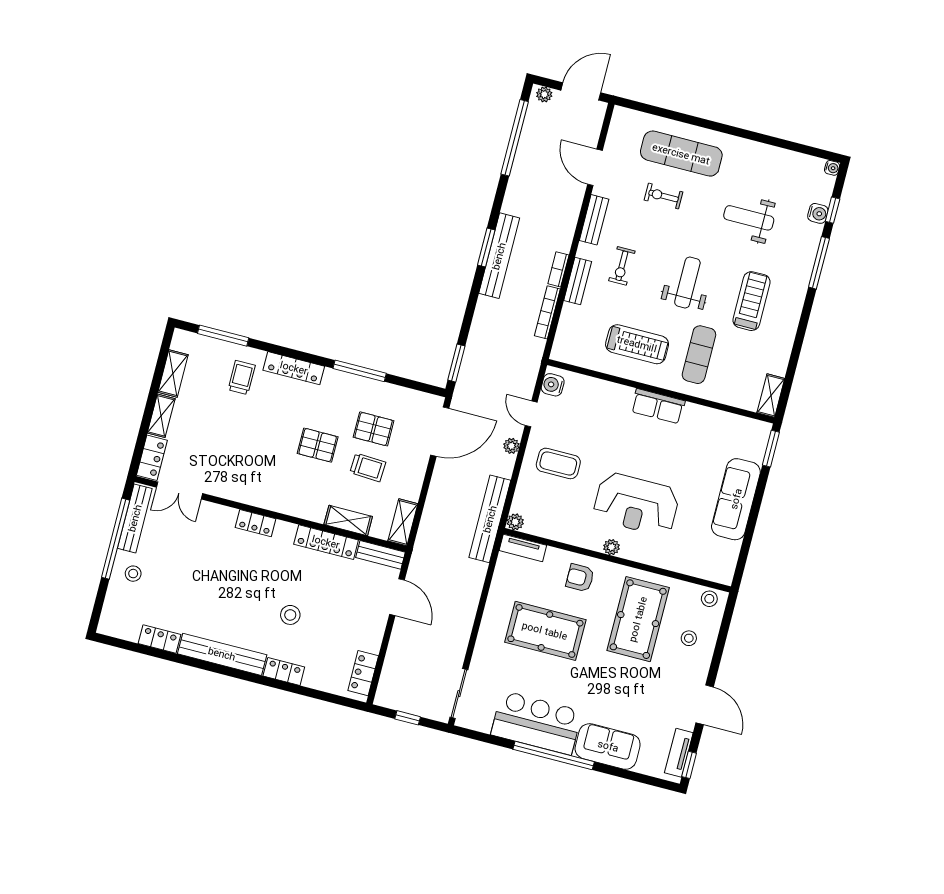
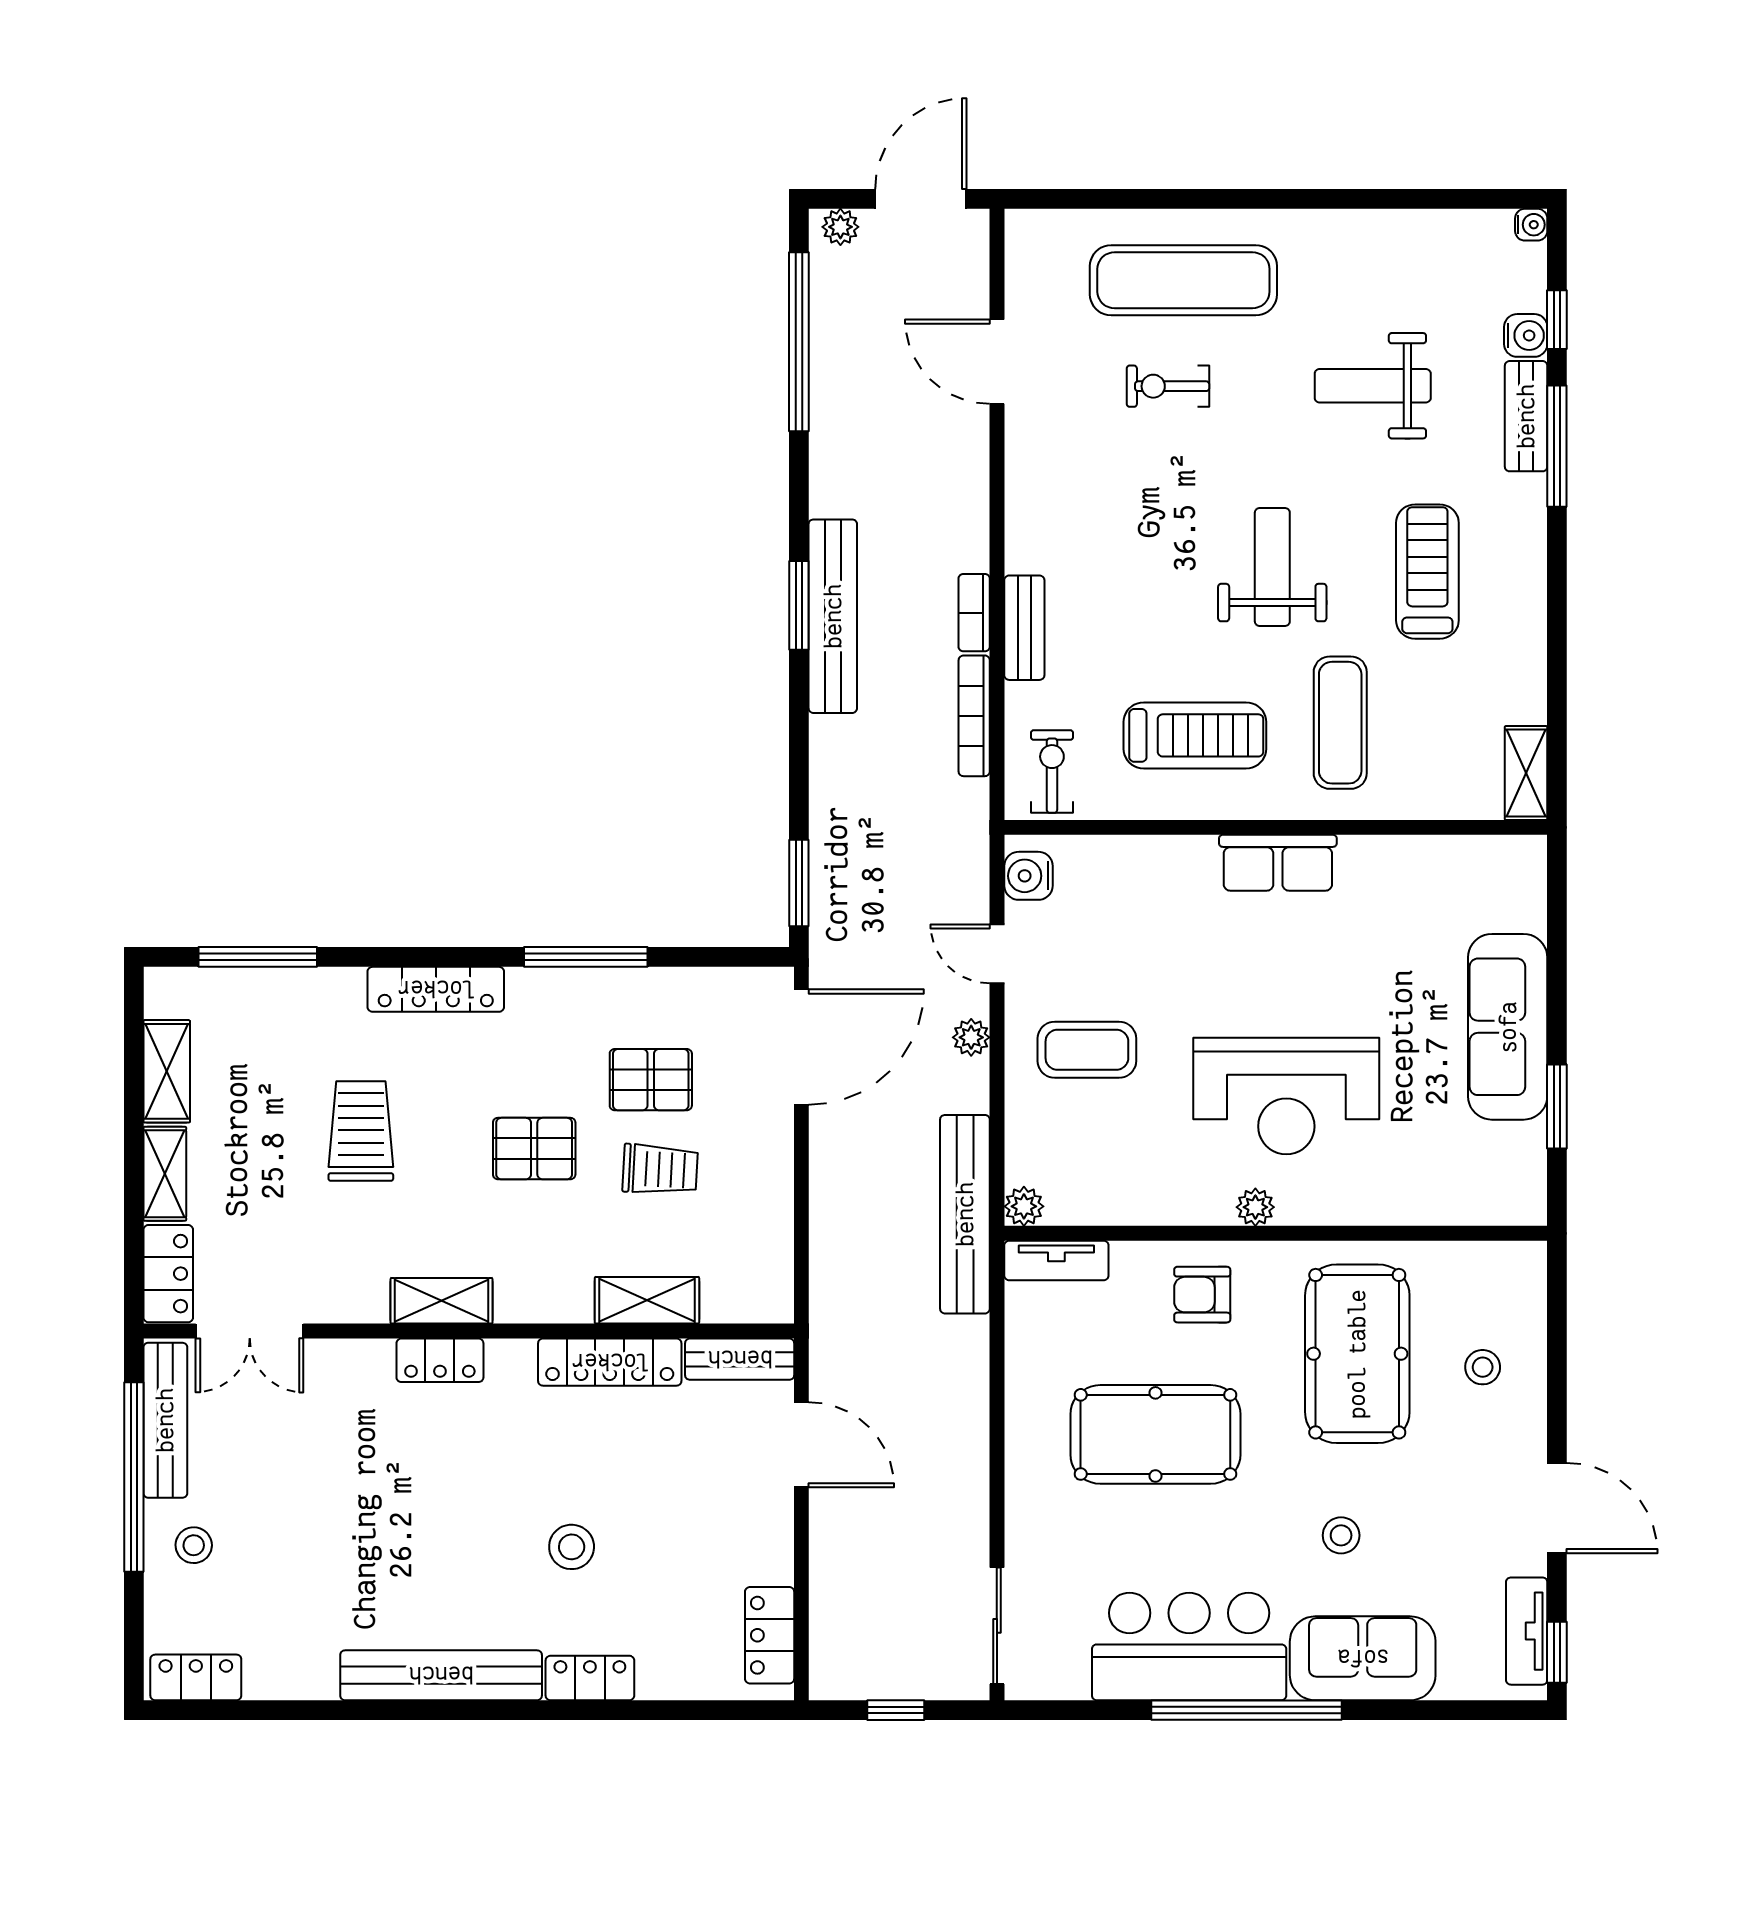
bench: (594, 220) -> (1526, 416), moved
exercise bike: (622, 266) -> (1052, 771), moved, turned 180
trolley: (242, 377) -> (361, 1131), moved, width x1.36, depth x1.39
window: (771, 449) -> (1557, 1107), moved
shelving: (403, 522) -> (441, 1301), moved, turned 90
stool: (709, 599) -> (1341, 1535), moved
locker: (159, 639) -> (196, 1677), moved

